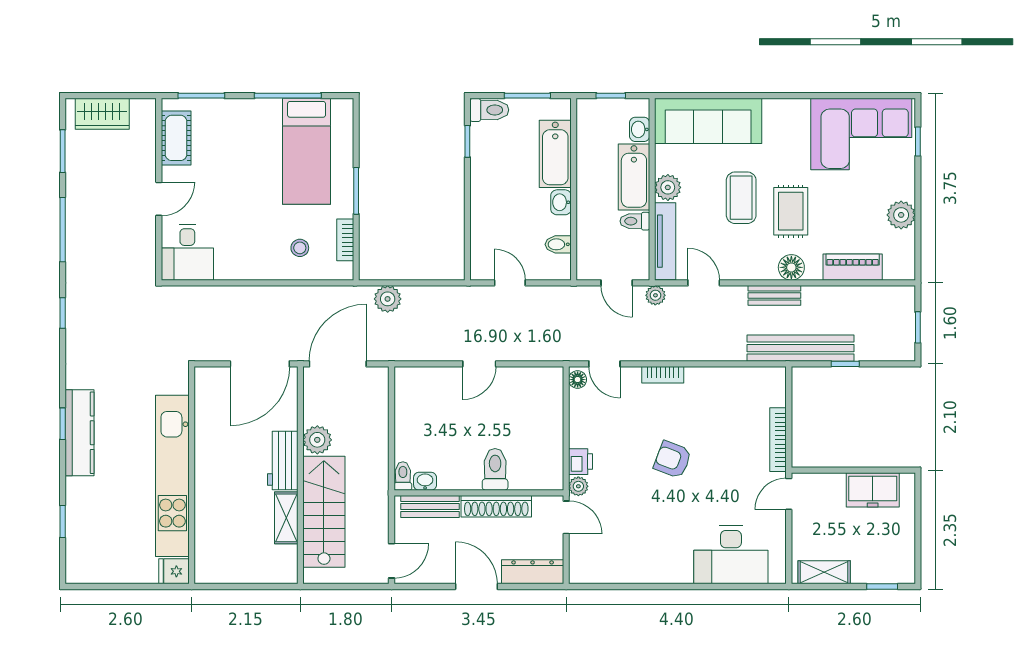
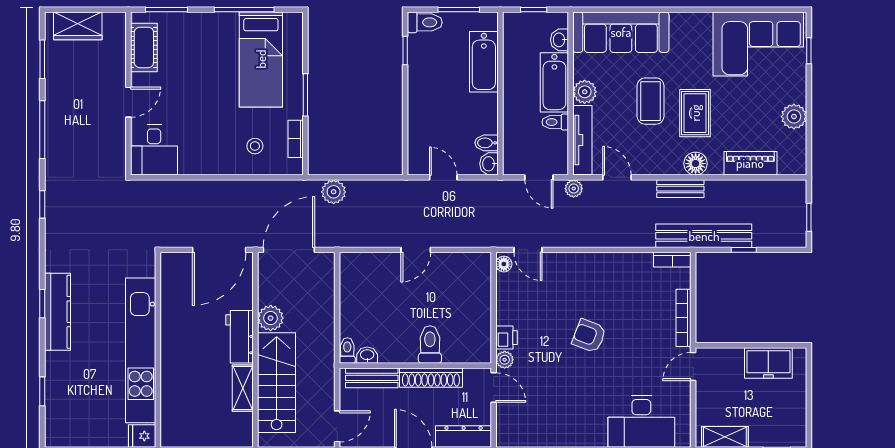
washbasin: (561, 202) -> (489, 164), moved
bookcase: (663, 375) -> (672, 260), moved

